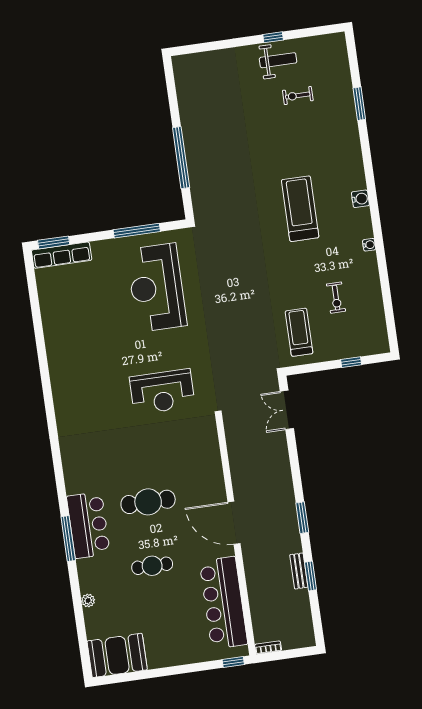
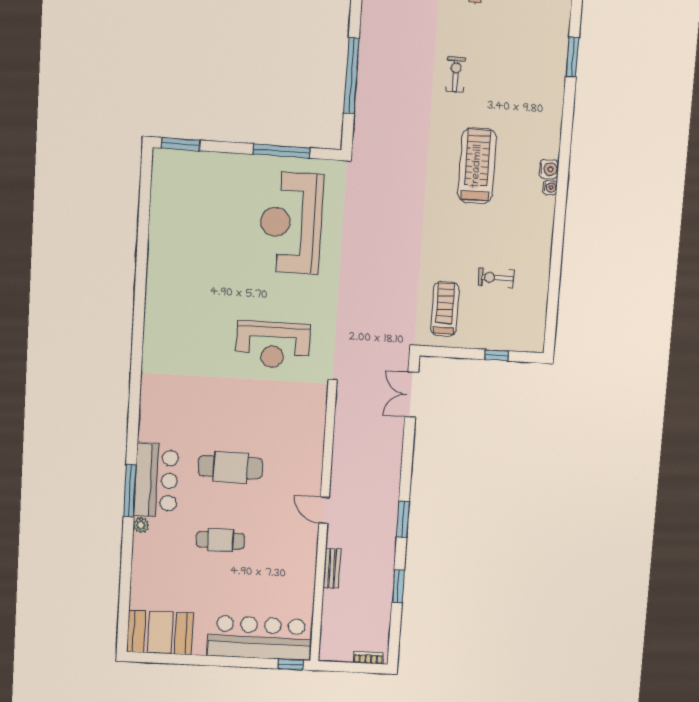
exercise bike: (298, 96) -> (456, 74), moved, turned 90
water cooler: (369, 245) -> (550, 188), moved
row of seats: (62, 255) -> (187, 161), removed
exercise bike: (336, 298) -> (496, 278), turned 90
door: (234, 523) -> (324, 510), width x0.53
bench: (299, 571) -> (332, 568), moved
plant: (88, 600) -> (141, 525), moved
bar counter: (223, 603) -> (260, 638), moved, turned 90
bookcase: (268, 648) -> (368, 658), moved

